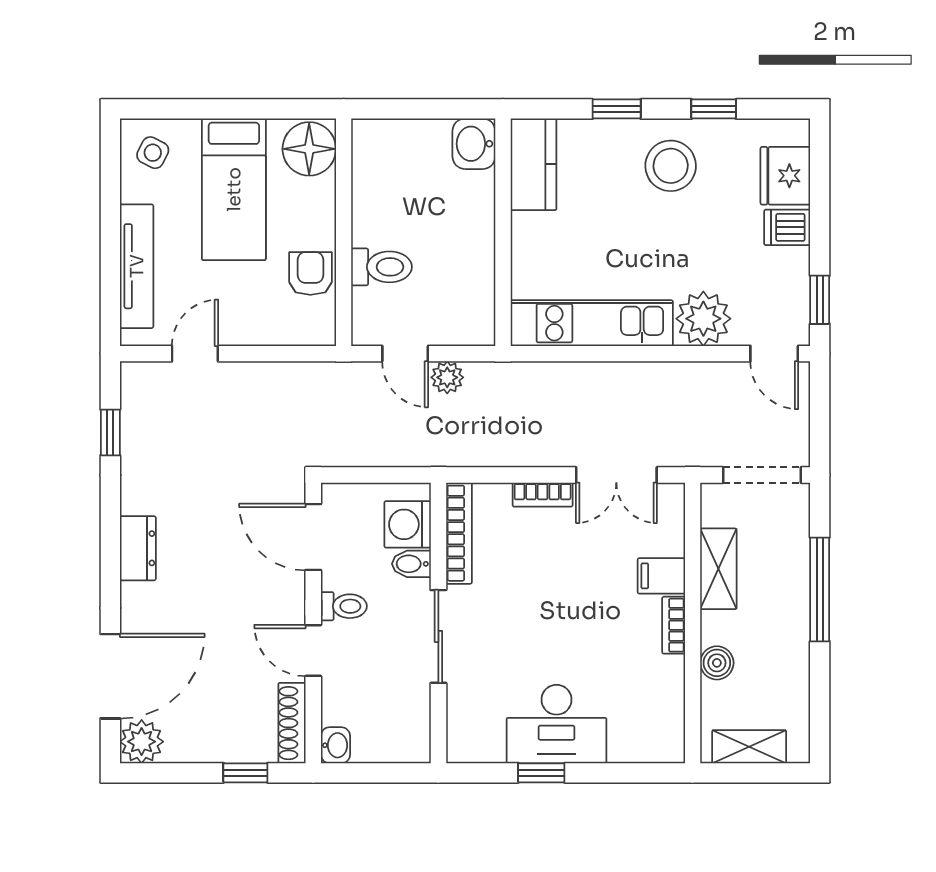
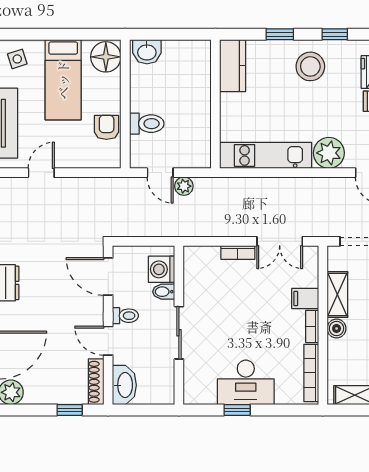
washbasin: (474, 144) -> (147, 52), moved, turned -90
side table: (153, 153) -> (17, 59), turned 45
bookcase: (459, 533) -> (311, 373), moved, turned 180
boiler: (717, 663) -> (337, 328), moved
washbasin: (335, 745) -> (124, 385), width x1.91, depth x1.45

